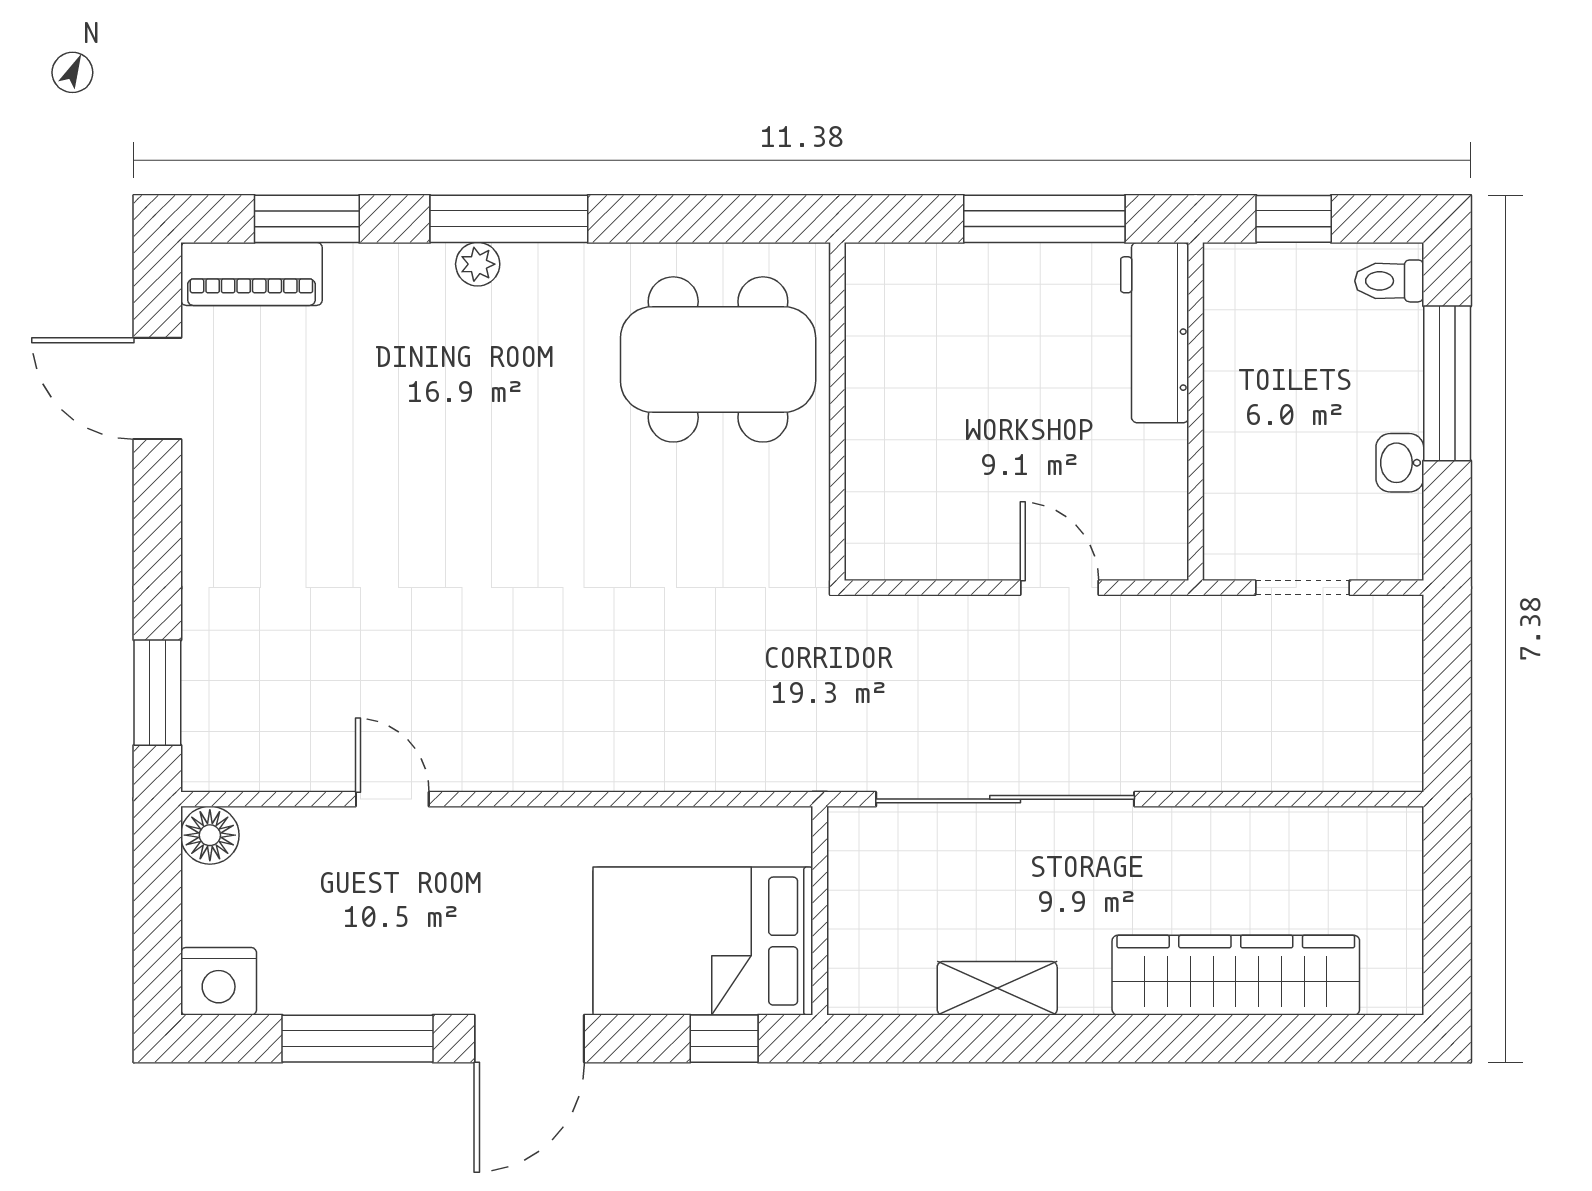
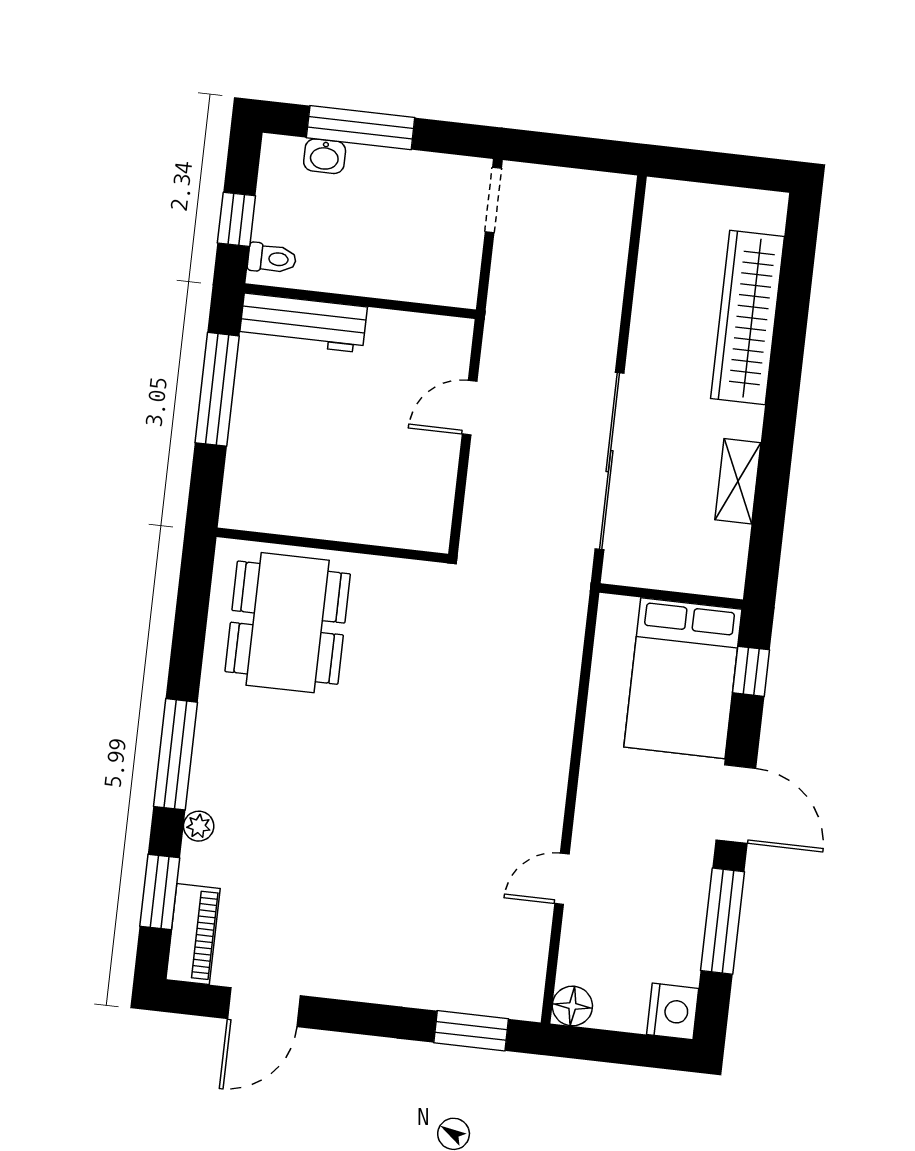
plant: (478, 264) -> (199, 826), moved
toilet: (1389, 281) -> (272, 258), moved, turned -90
washbasin: (1400, 463) -> (325, 156), moved
doorway: (1303, 588) -> (493, 200), moved

